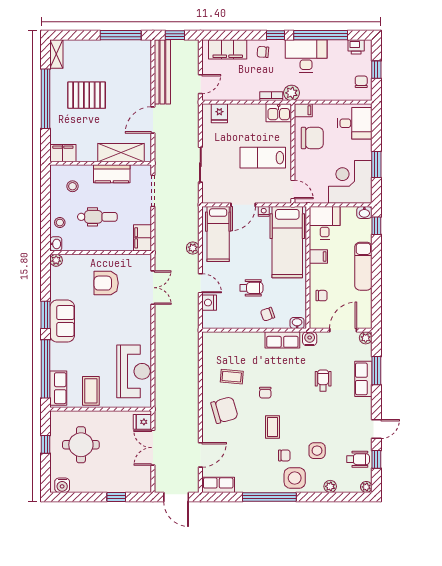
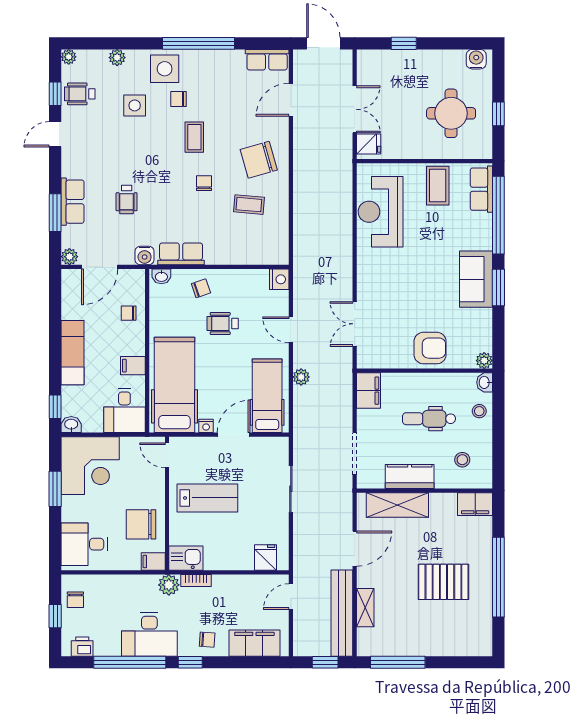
shelving: (56, 54) -> (365, 608), moved
armchair: (106, 283) -> (430, 348), moved
nightstand: (209, 303) -> (279, 279), moved

